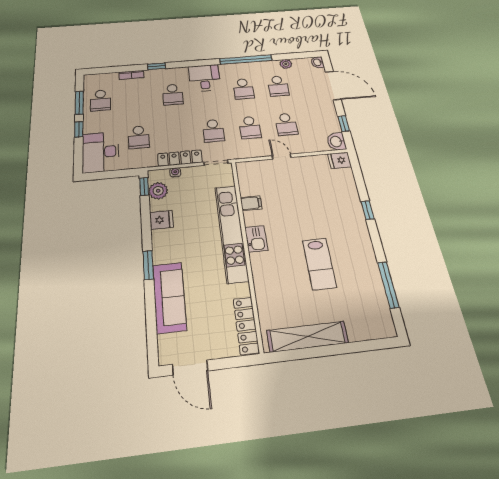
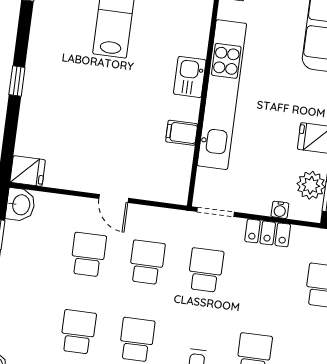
locker: (180, 158) -> (268, 233), width x0.66

